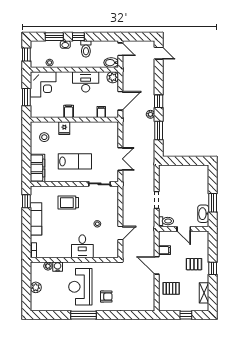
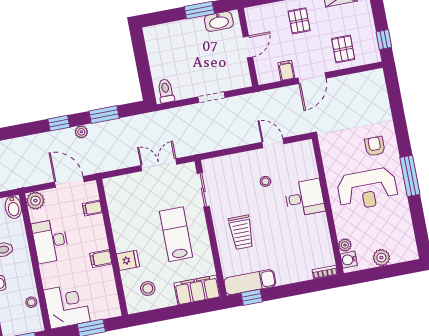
exam couch: (36, 219) -> (250, 282), moved
toilet: (166, 221) -> (166, 91), moved
water cooler: (58, 267) -> (349, 260), moved
window: (186, 315) -> (384, 40), moved

